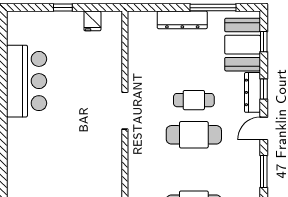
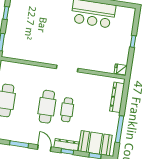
dresser: (182, 20) -> (117, 97), moved
fridge: (92, 21) -> (121, 69), moved

